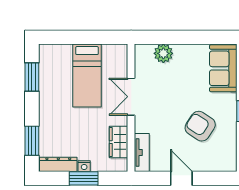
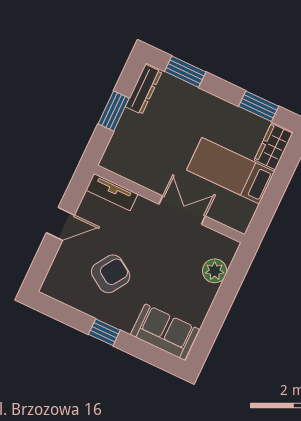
wardrobe: (118, 142) -> (273, 147), moved, turned -90
nightstand: (84, 166) -> (128, 118), removed

